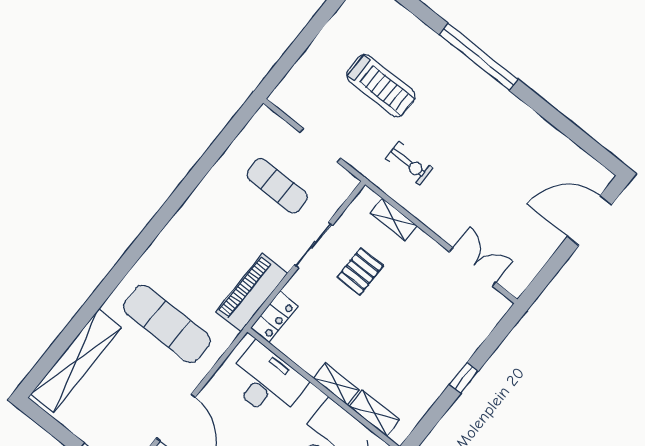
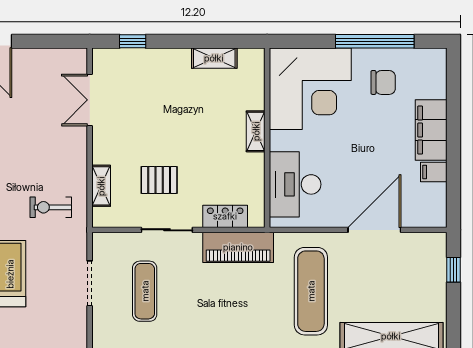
exercise bike: (409, 163) -> (51, 207), turned -90
locker: (274, 317) -> (225, 216), moved
window: (464, 378) -> (133, 41), moved
shelving: (374, 413) -> (214, 58), moved, turned 90

